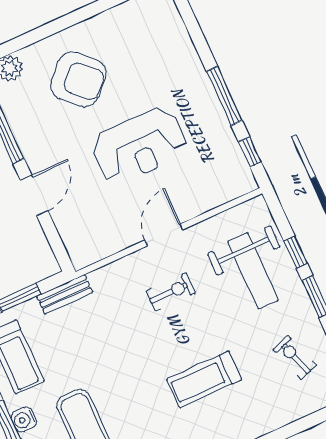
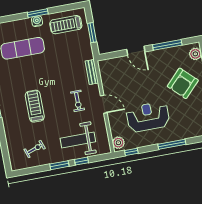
window: (224, 96) -> (172, 144), moved
reception desk: (139, 146) -> (148, 117), moved, turned 90
plant: (237, 184) -> (118, 143), added
bench: (65, 294) -> (92, 72), moved

